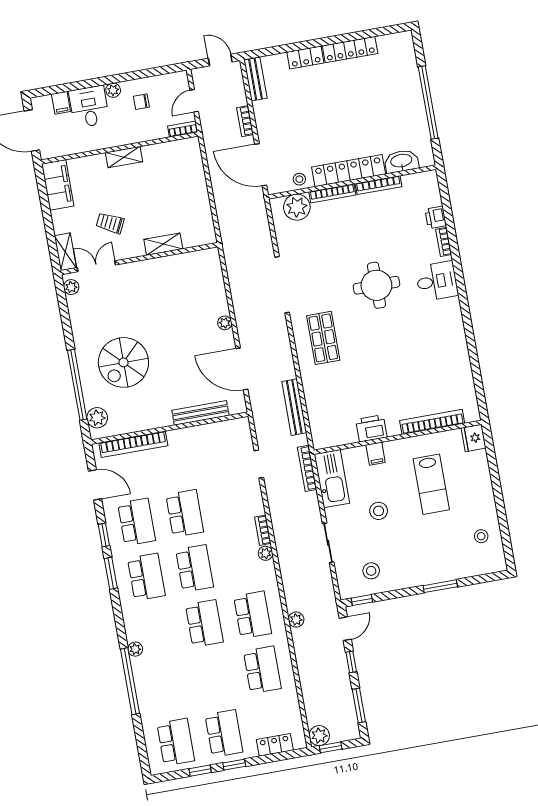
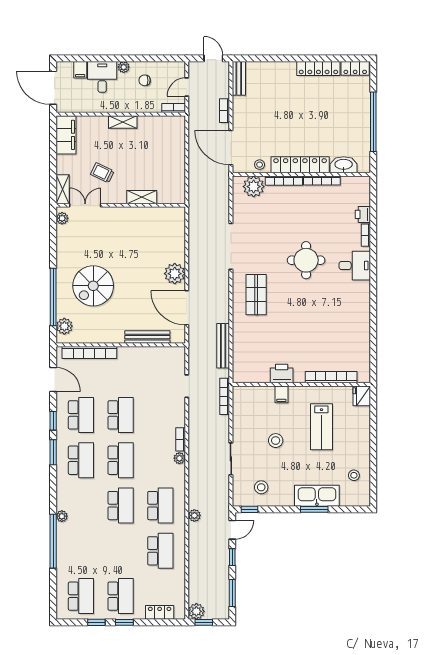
locker: (305, 57) -> (355, 68), moved
plant: (225, 323) -> (175, 274), width x1.88, depth x1.88
kitchen sink: (332, 479) -> (317, 496), moved, turned -90

